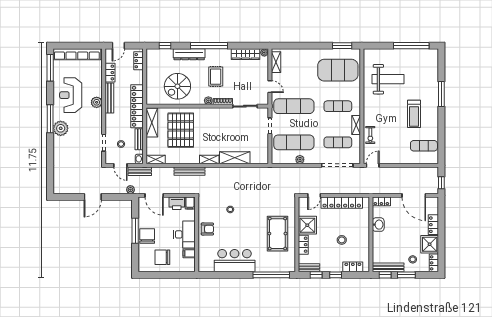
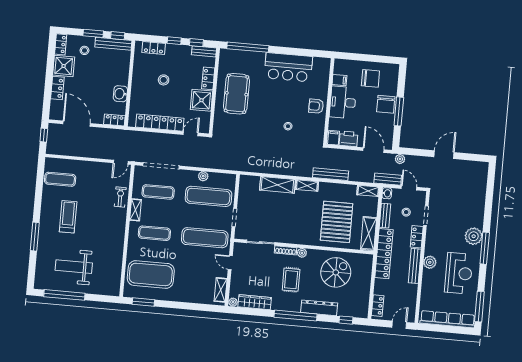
locker: (110, 73) -> (417, 237), moved
weight bench: (388, 79) -> (74, 267), moved

